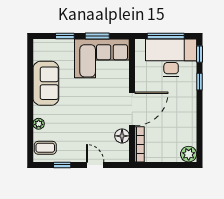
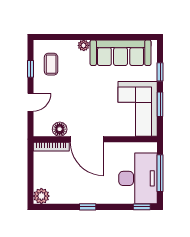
window: (199, 82) -> (88, 207), moved
sofa: (46, 83) -> (121, 53), width x1.36
plant: (39, 124) -> (84, 45), moved
coffee table: (45, 148) -> (51, 64), moved

